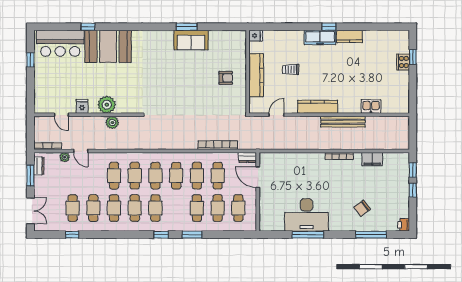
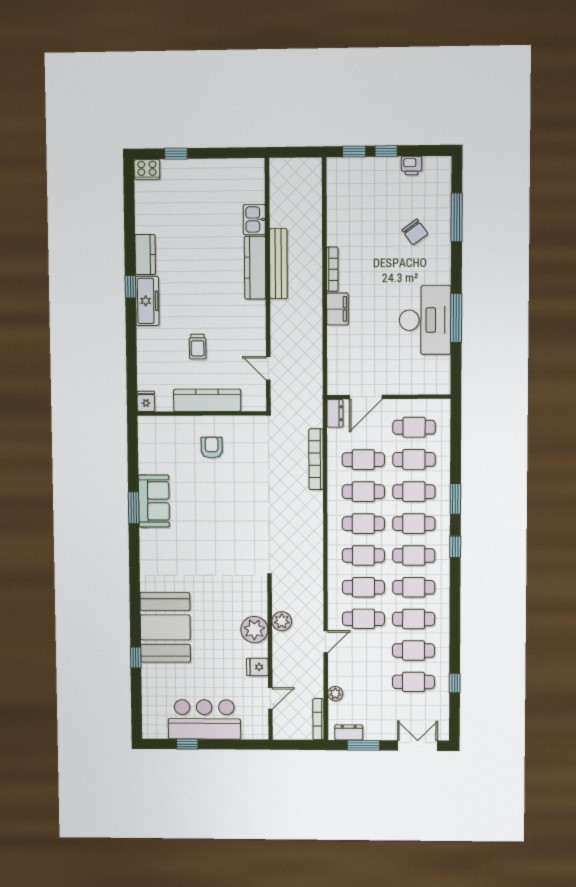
bar counter: (60, 43) -> (204, 719), moved, turned -90
cooker: (403, 62) -> (147, 169), moved
kitchen counter: (318, 107) -> (255, 268), moved
door: (81, 151) -> (326, 642), moved
filing cabinet: (372, 159) -> (337, 309), moved
cafe table: (176, 208) -> (414, 524), added
printer: (404, 225) -> (412, 166), moved

